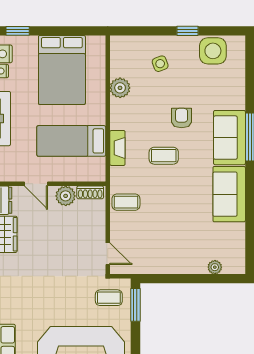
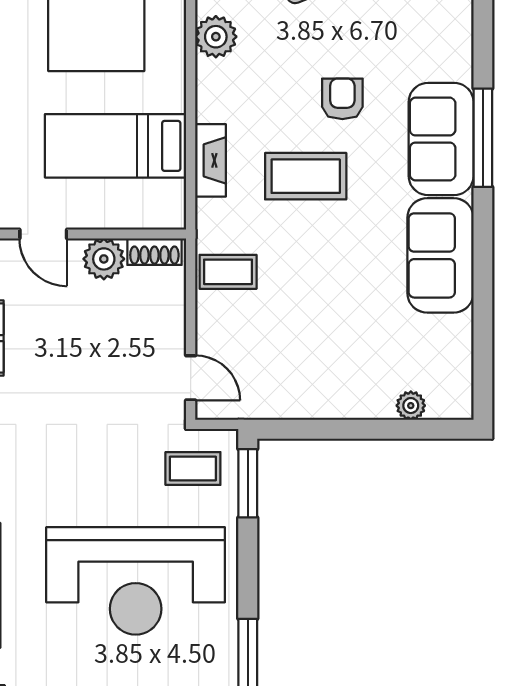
coffee table: (164, 156) -> (306, 176), width x1.36, depth x1.30

